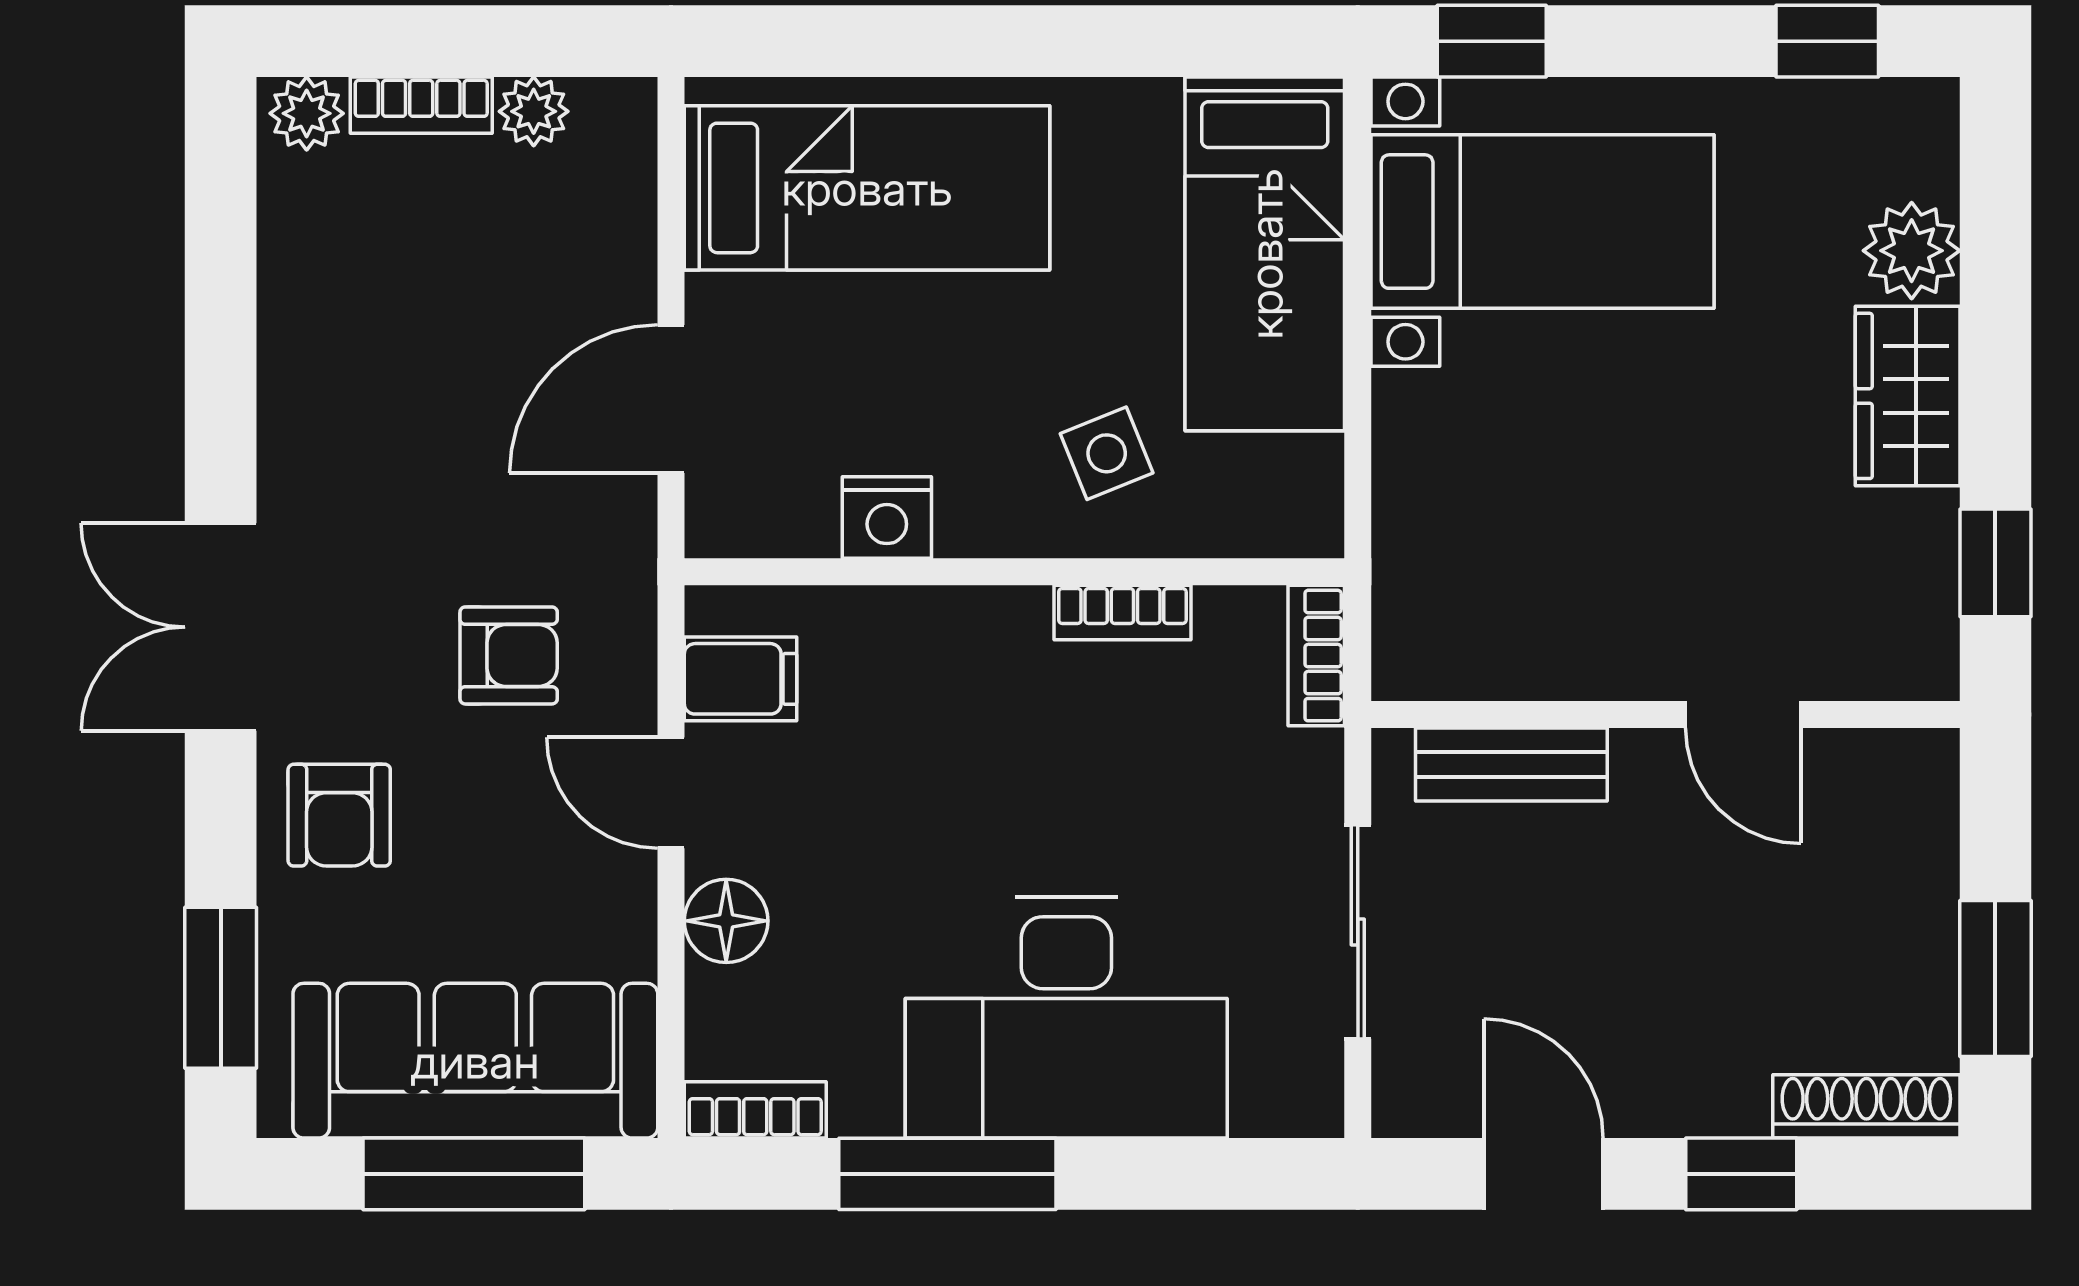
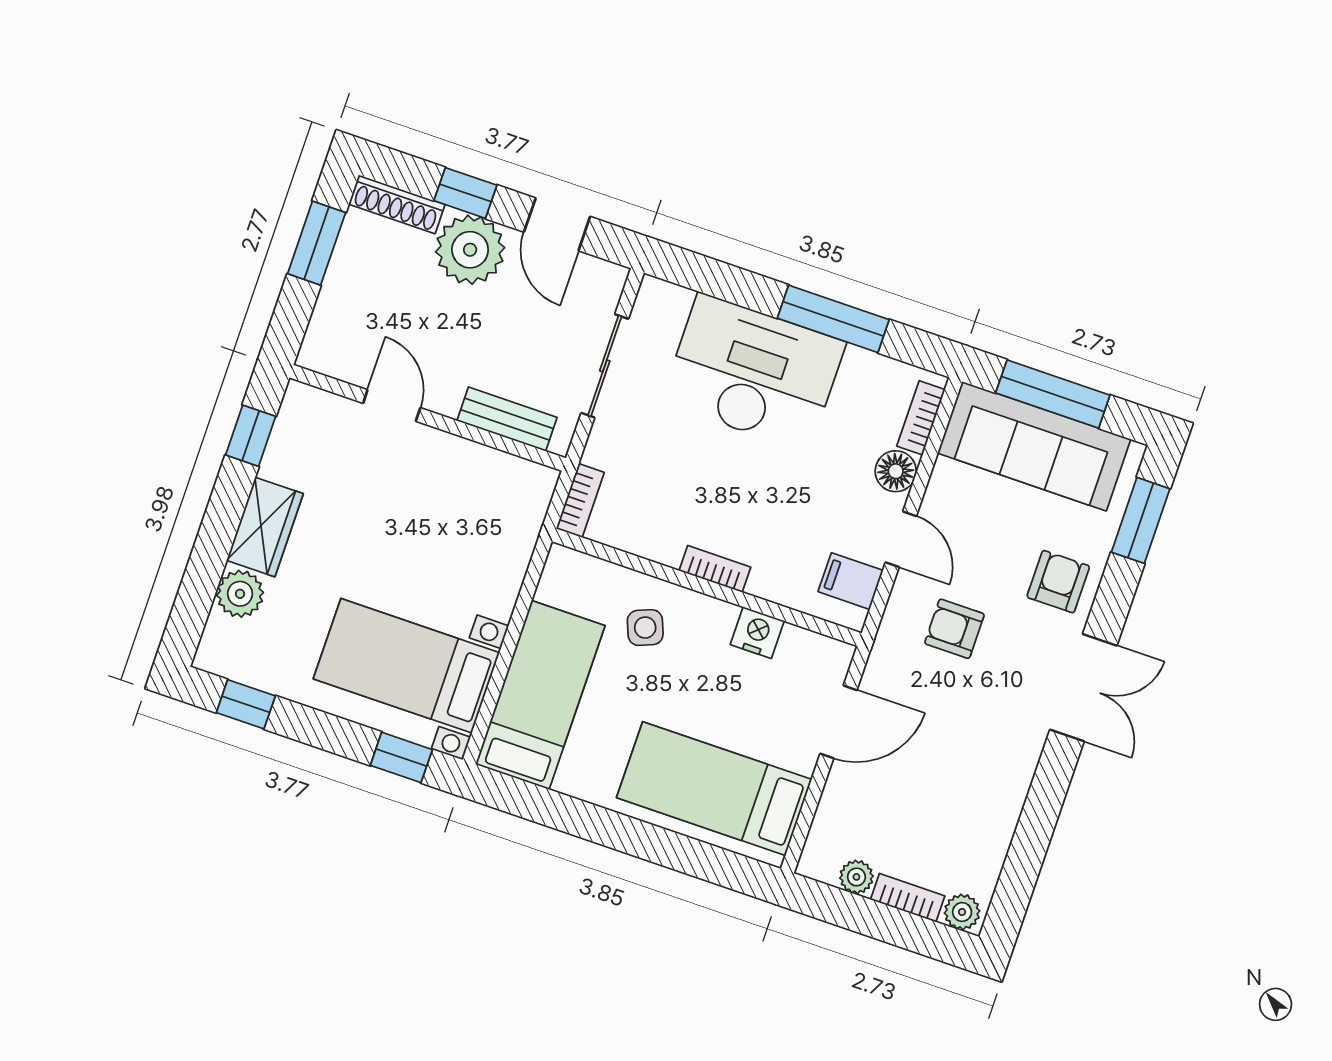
bookcase: (1122, 613) -> (715, 569), moved
plant: (1695, 1067) -> (470, 250), added
bookcase: (755, 1110) -> (921, 418), moved, turned 90

